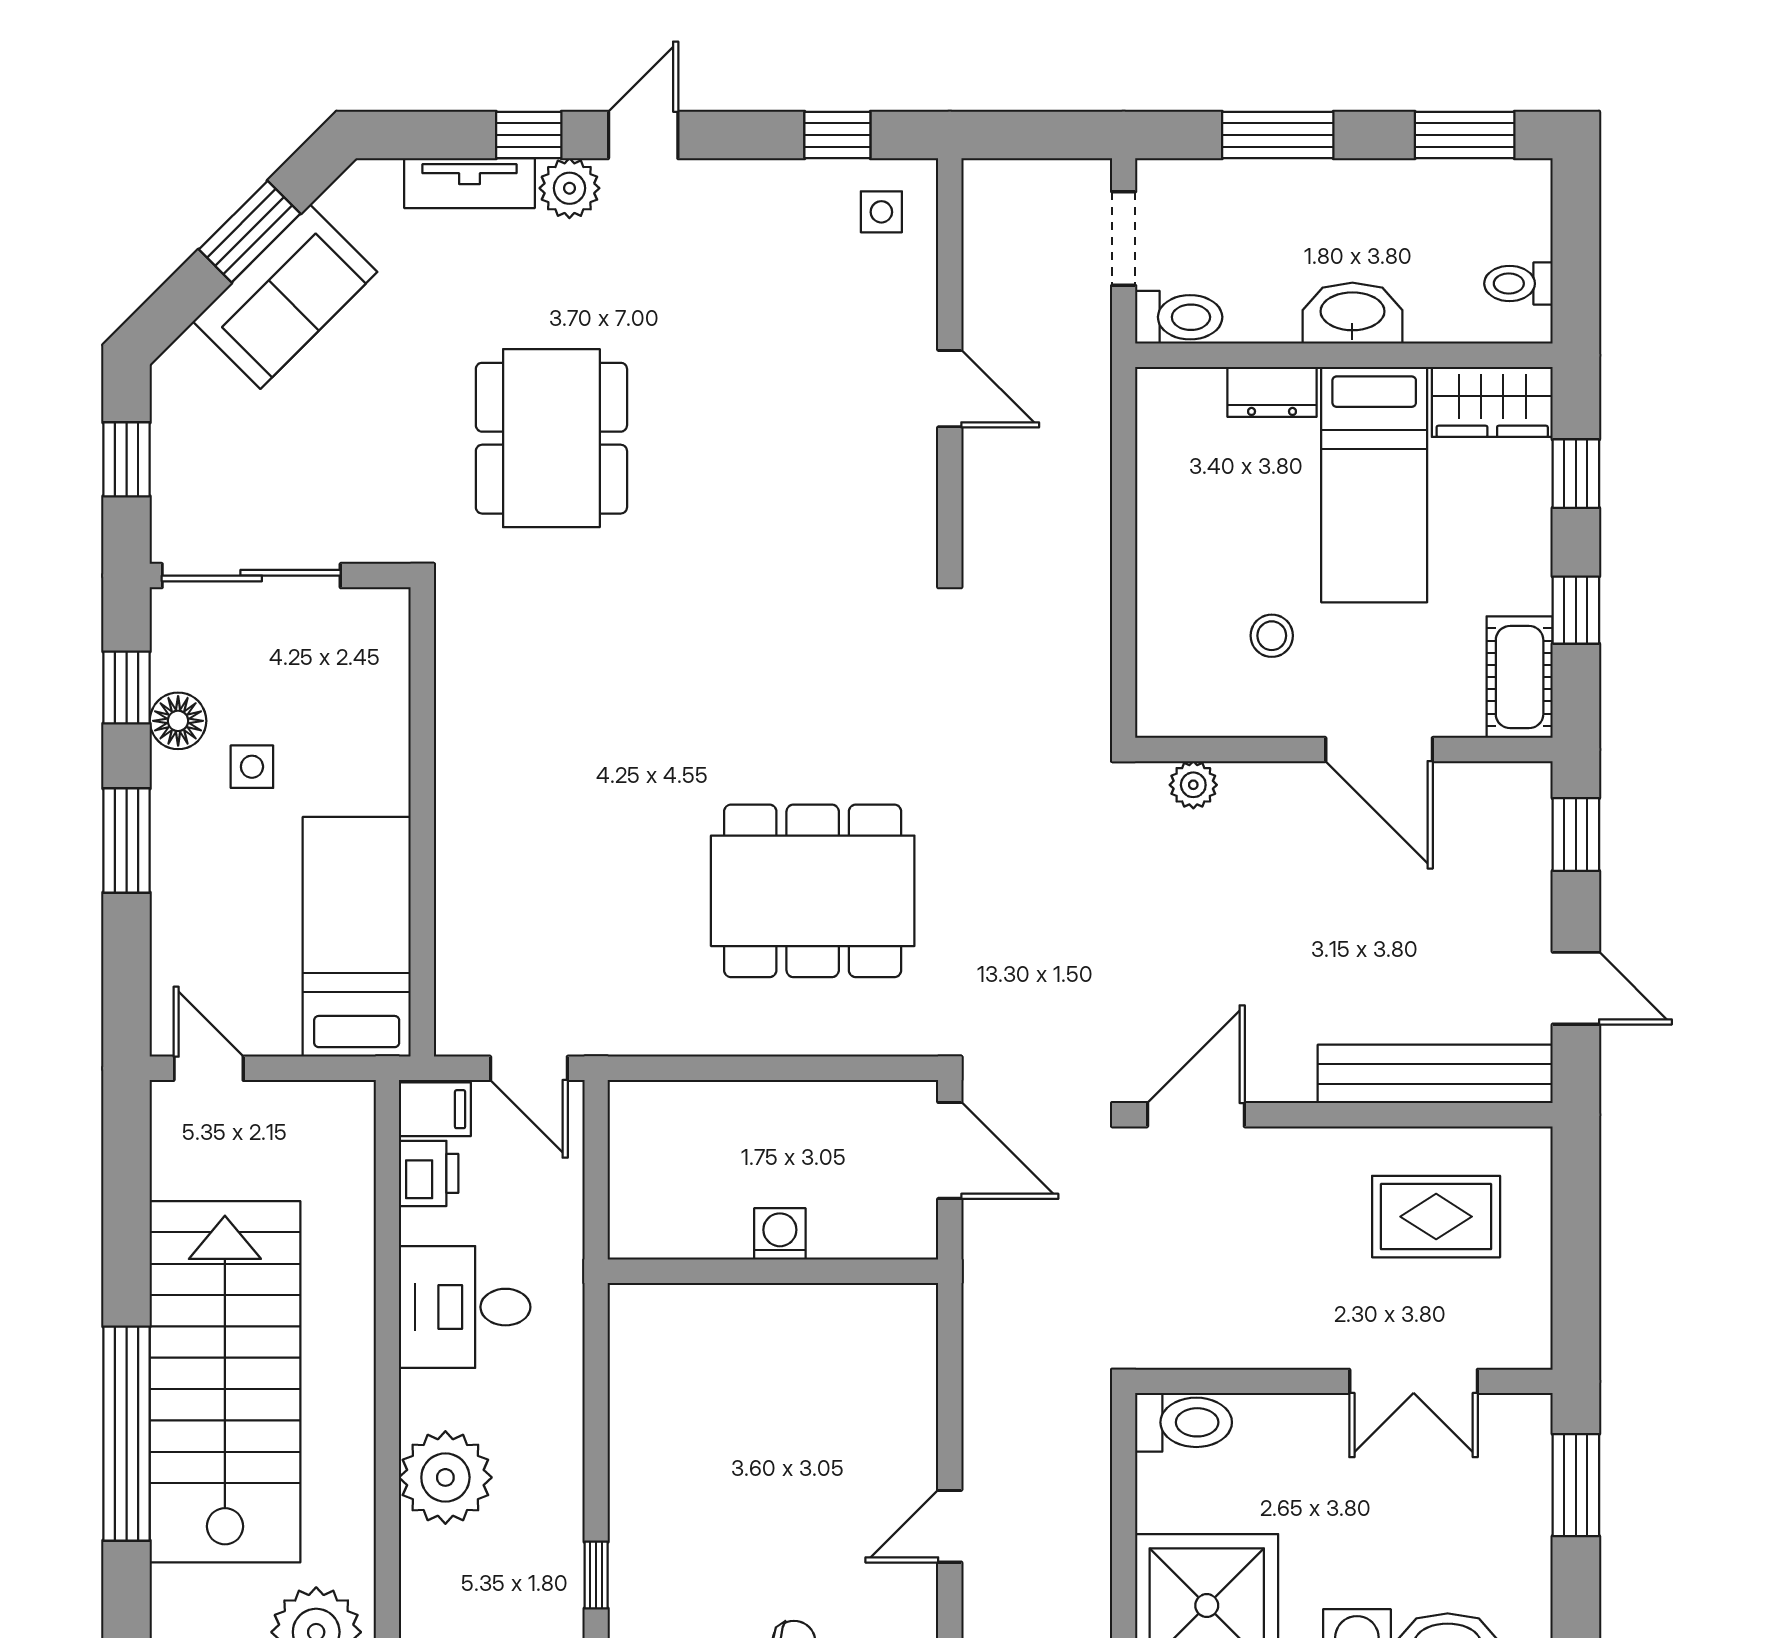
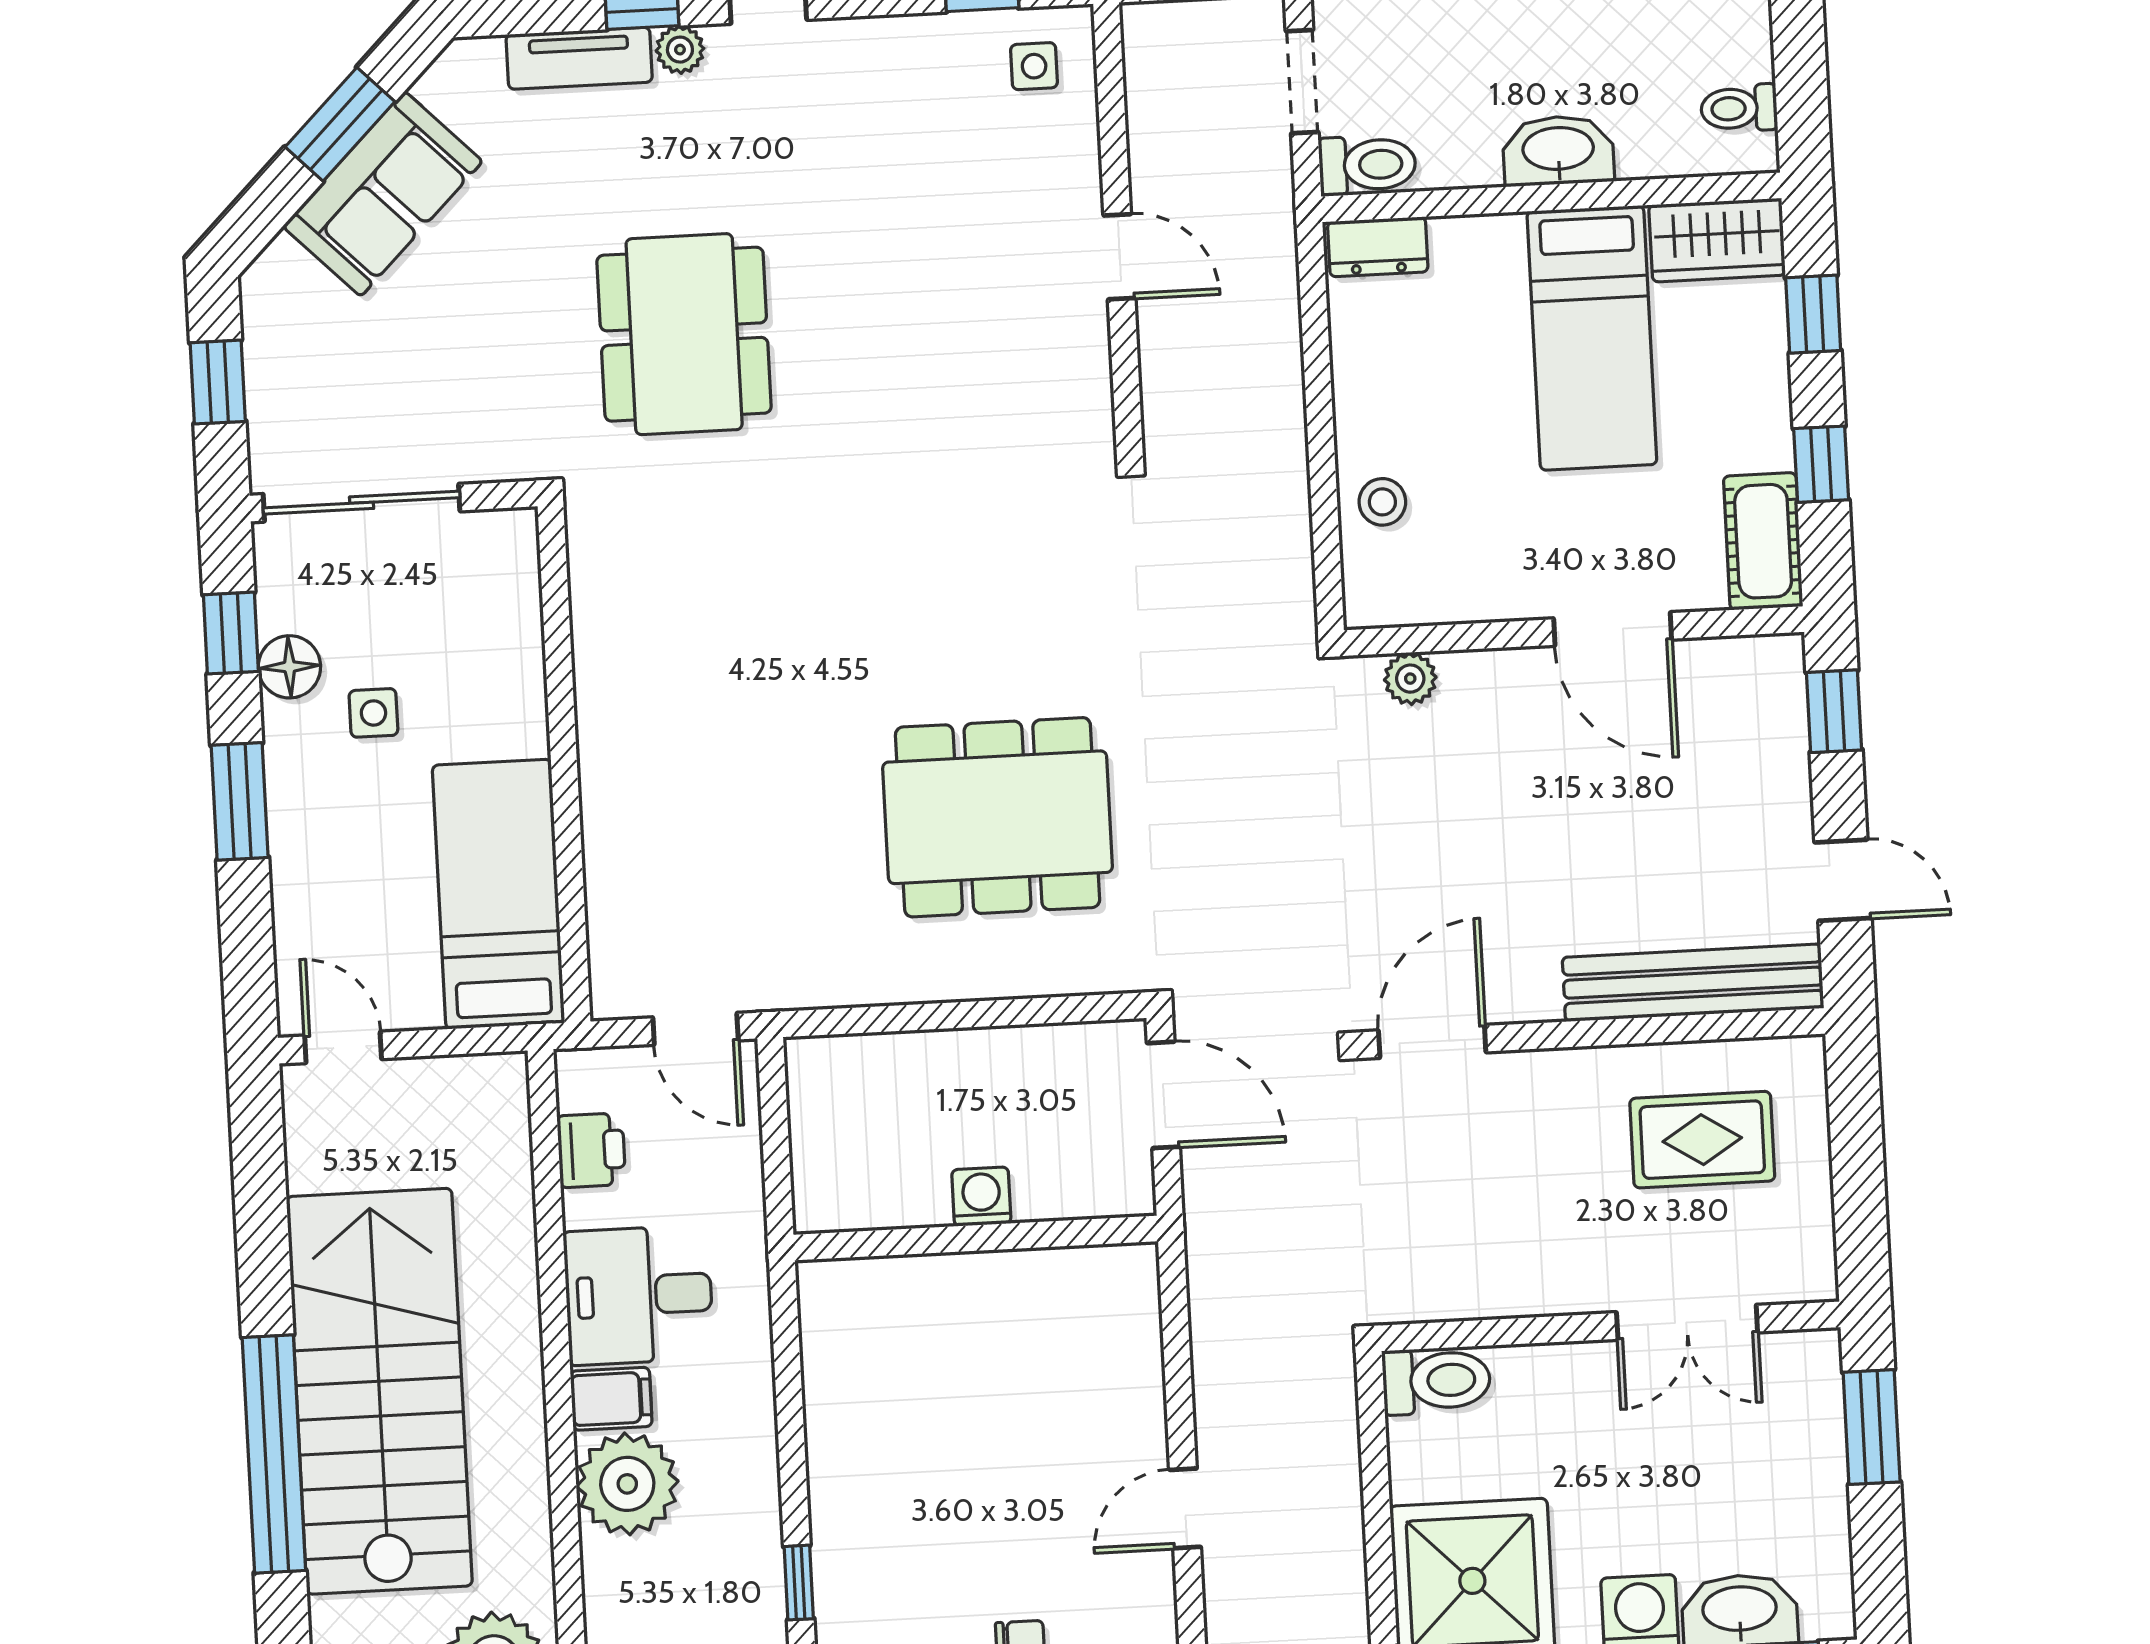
plant: (569, 188) -> (680, 50), width x0.73, depth x0.73
dresser: (1272, 392) -> (1378, 247), moved
stool: (1272, 636) -> (1382, 502), moved
filing cabinet: (435, 1109) -> (611, 1399), moved

